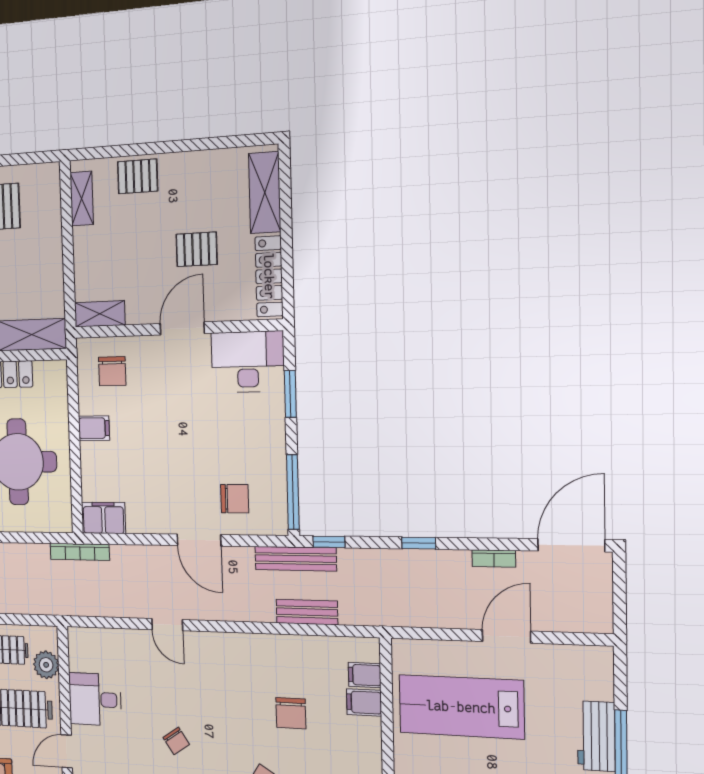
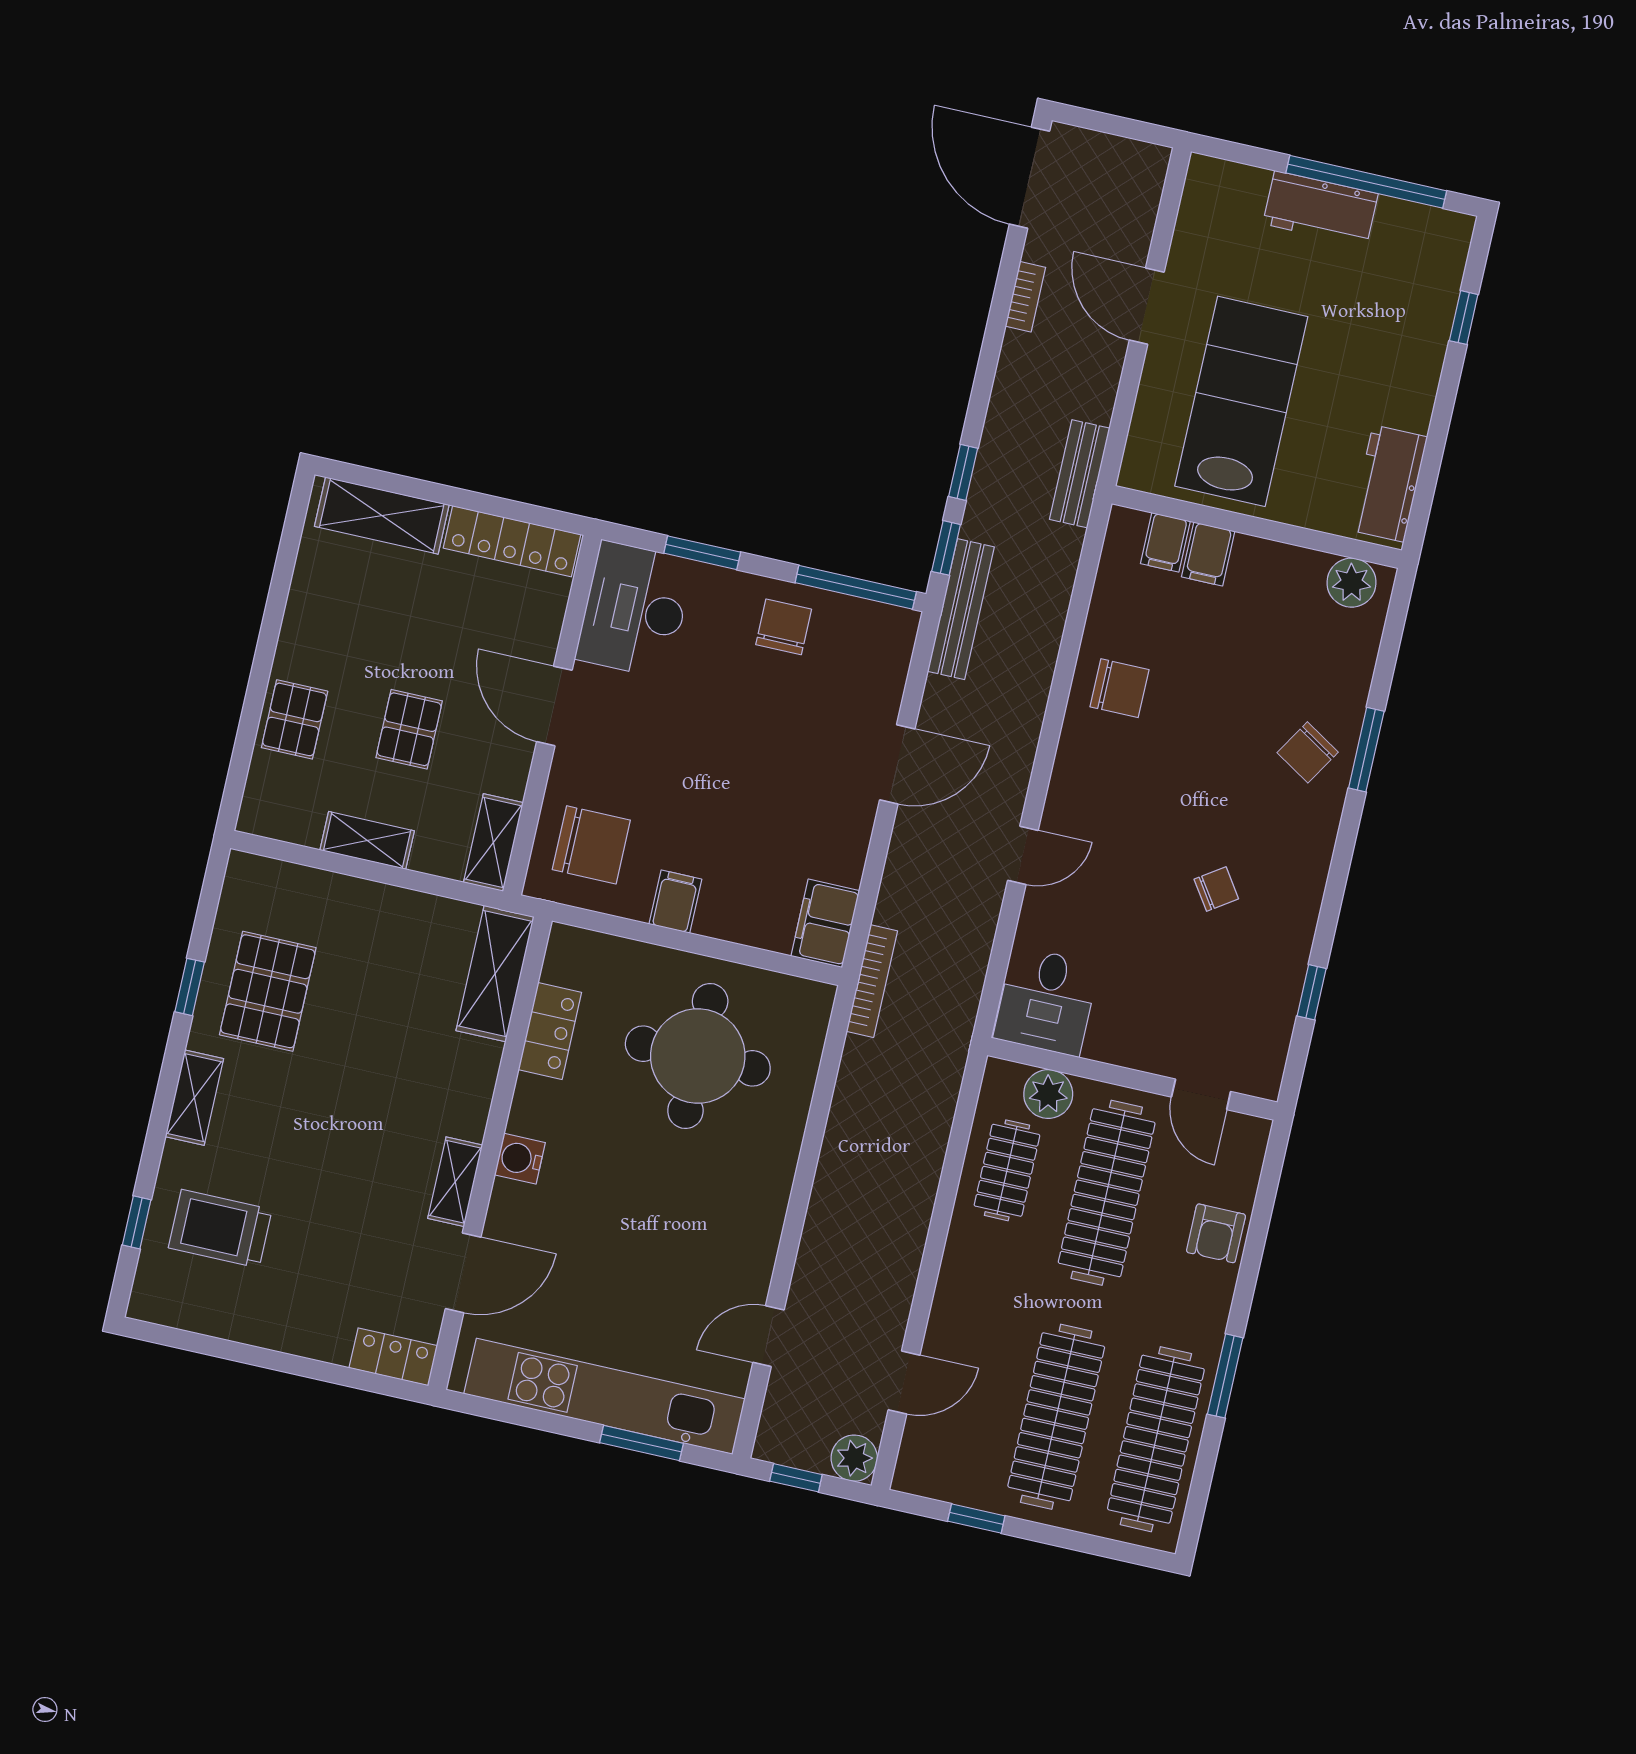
shelving: (82, 199) -> (367, 840), moved
pallet: (197, 249) -> (409, 729), moved
chair: (112, 371) -> (591, 845), width x1.37, depth x1.37
chair: (235, 499) -> (784, 627), moved
window: (419, 543) -> (963, 472), moved
bench: (307, 612) -> (1080, 474), moved
desk: (95, 699) -> (1046, 1001), moved
lab bench: (461, 707) -> (1241, 401), turned 180
chair: (291, 713) -> (1119, 688), moved

